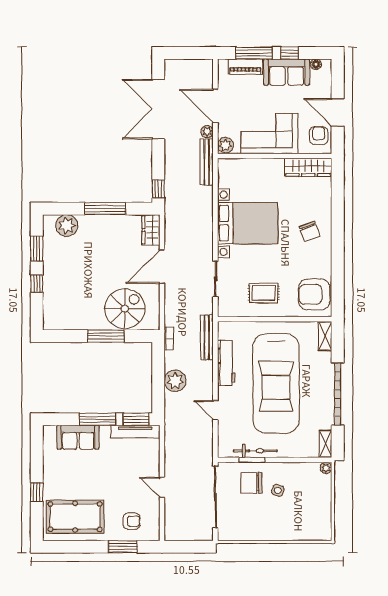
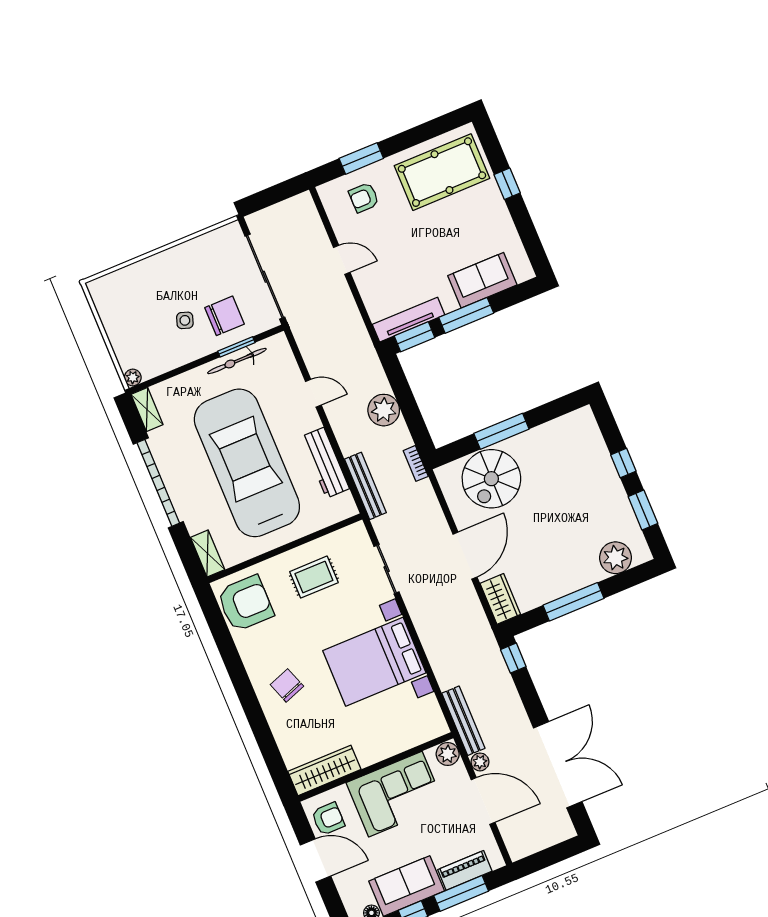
armchair: (319, 136) -> (328, 819), turned -90

